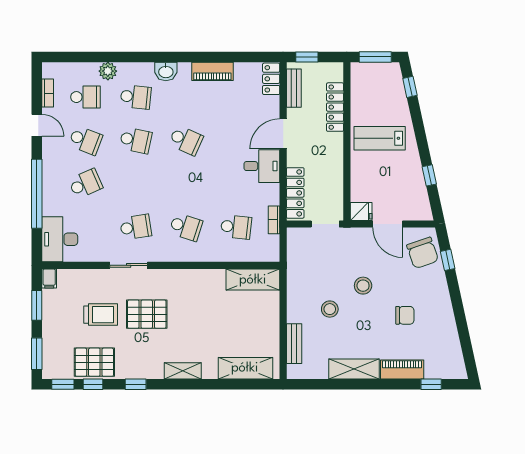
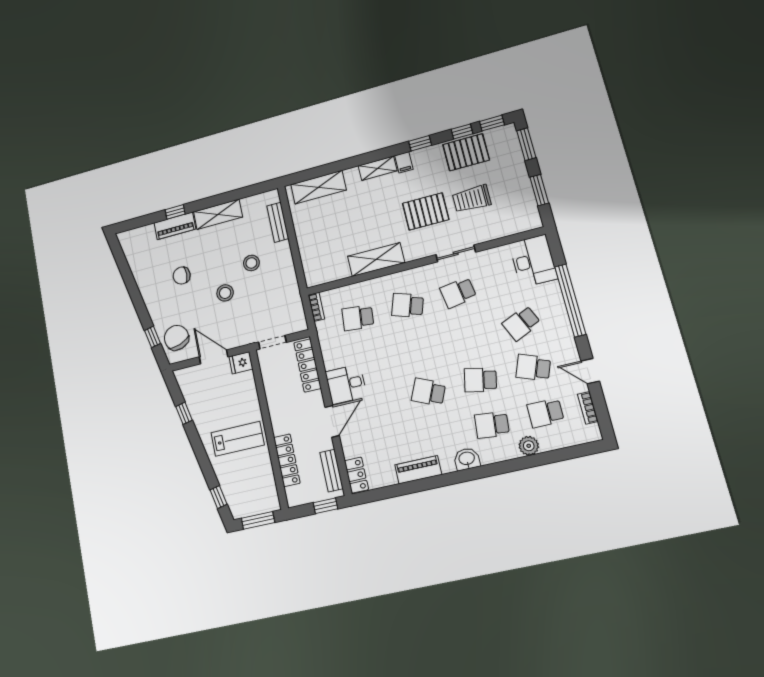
bookcase: (274, 220) -> (316, 307), moved
filing cabinet: (49, 278) -> (404, 162), moved, turned 180
shelving: (253, 280) -> (376, 260), moved
window: (431, 384) -> (175, 212), moved

